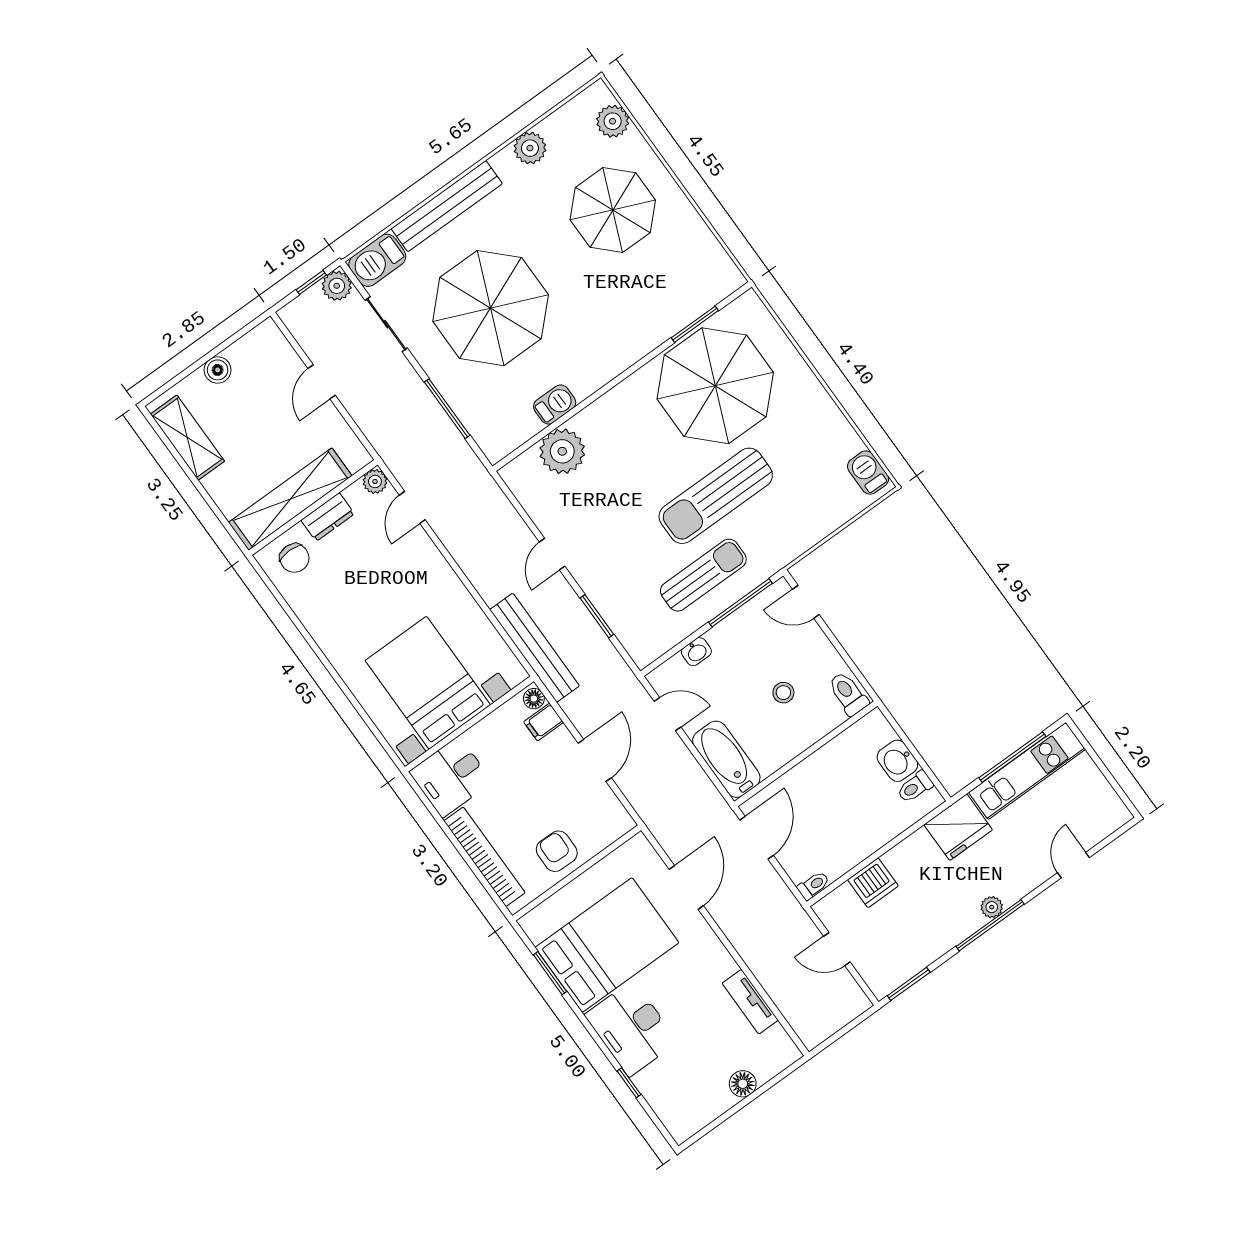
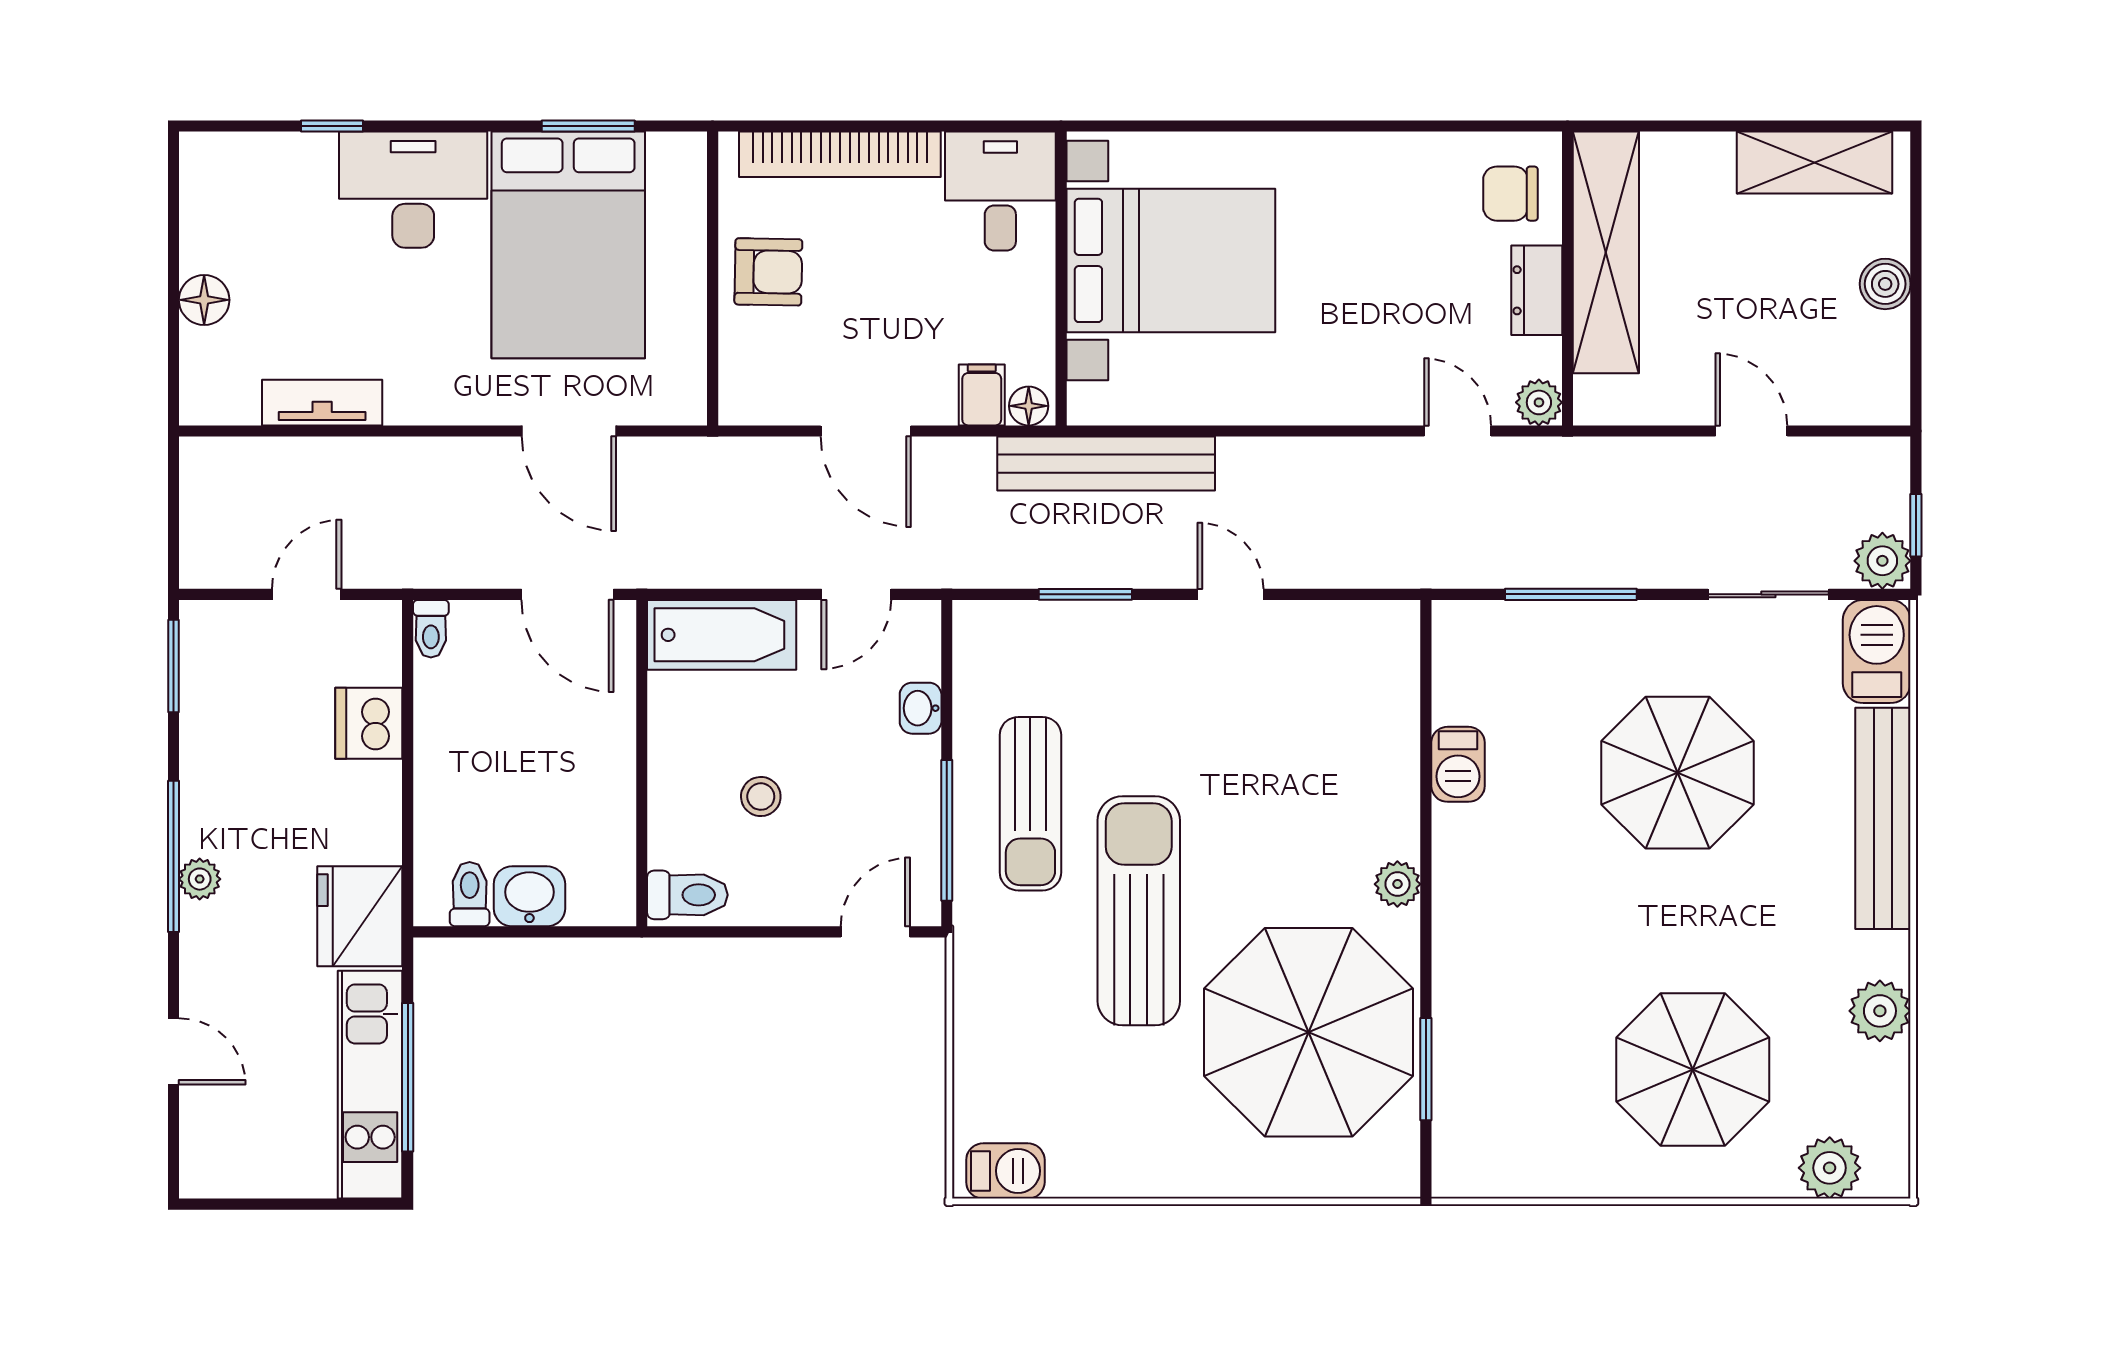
parasol: (491, 308) -> (1678, 773), width x0.73, depth x0.73
plant: (562, 451) -> (1397, 884), moved, width x0.53, depth x0.53

